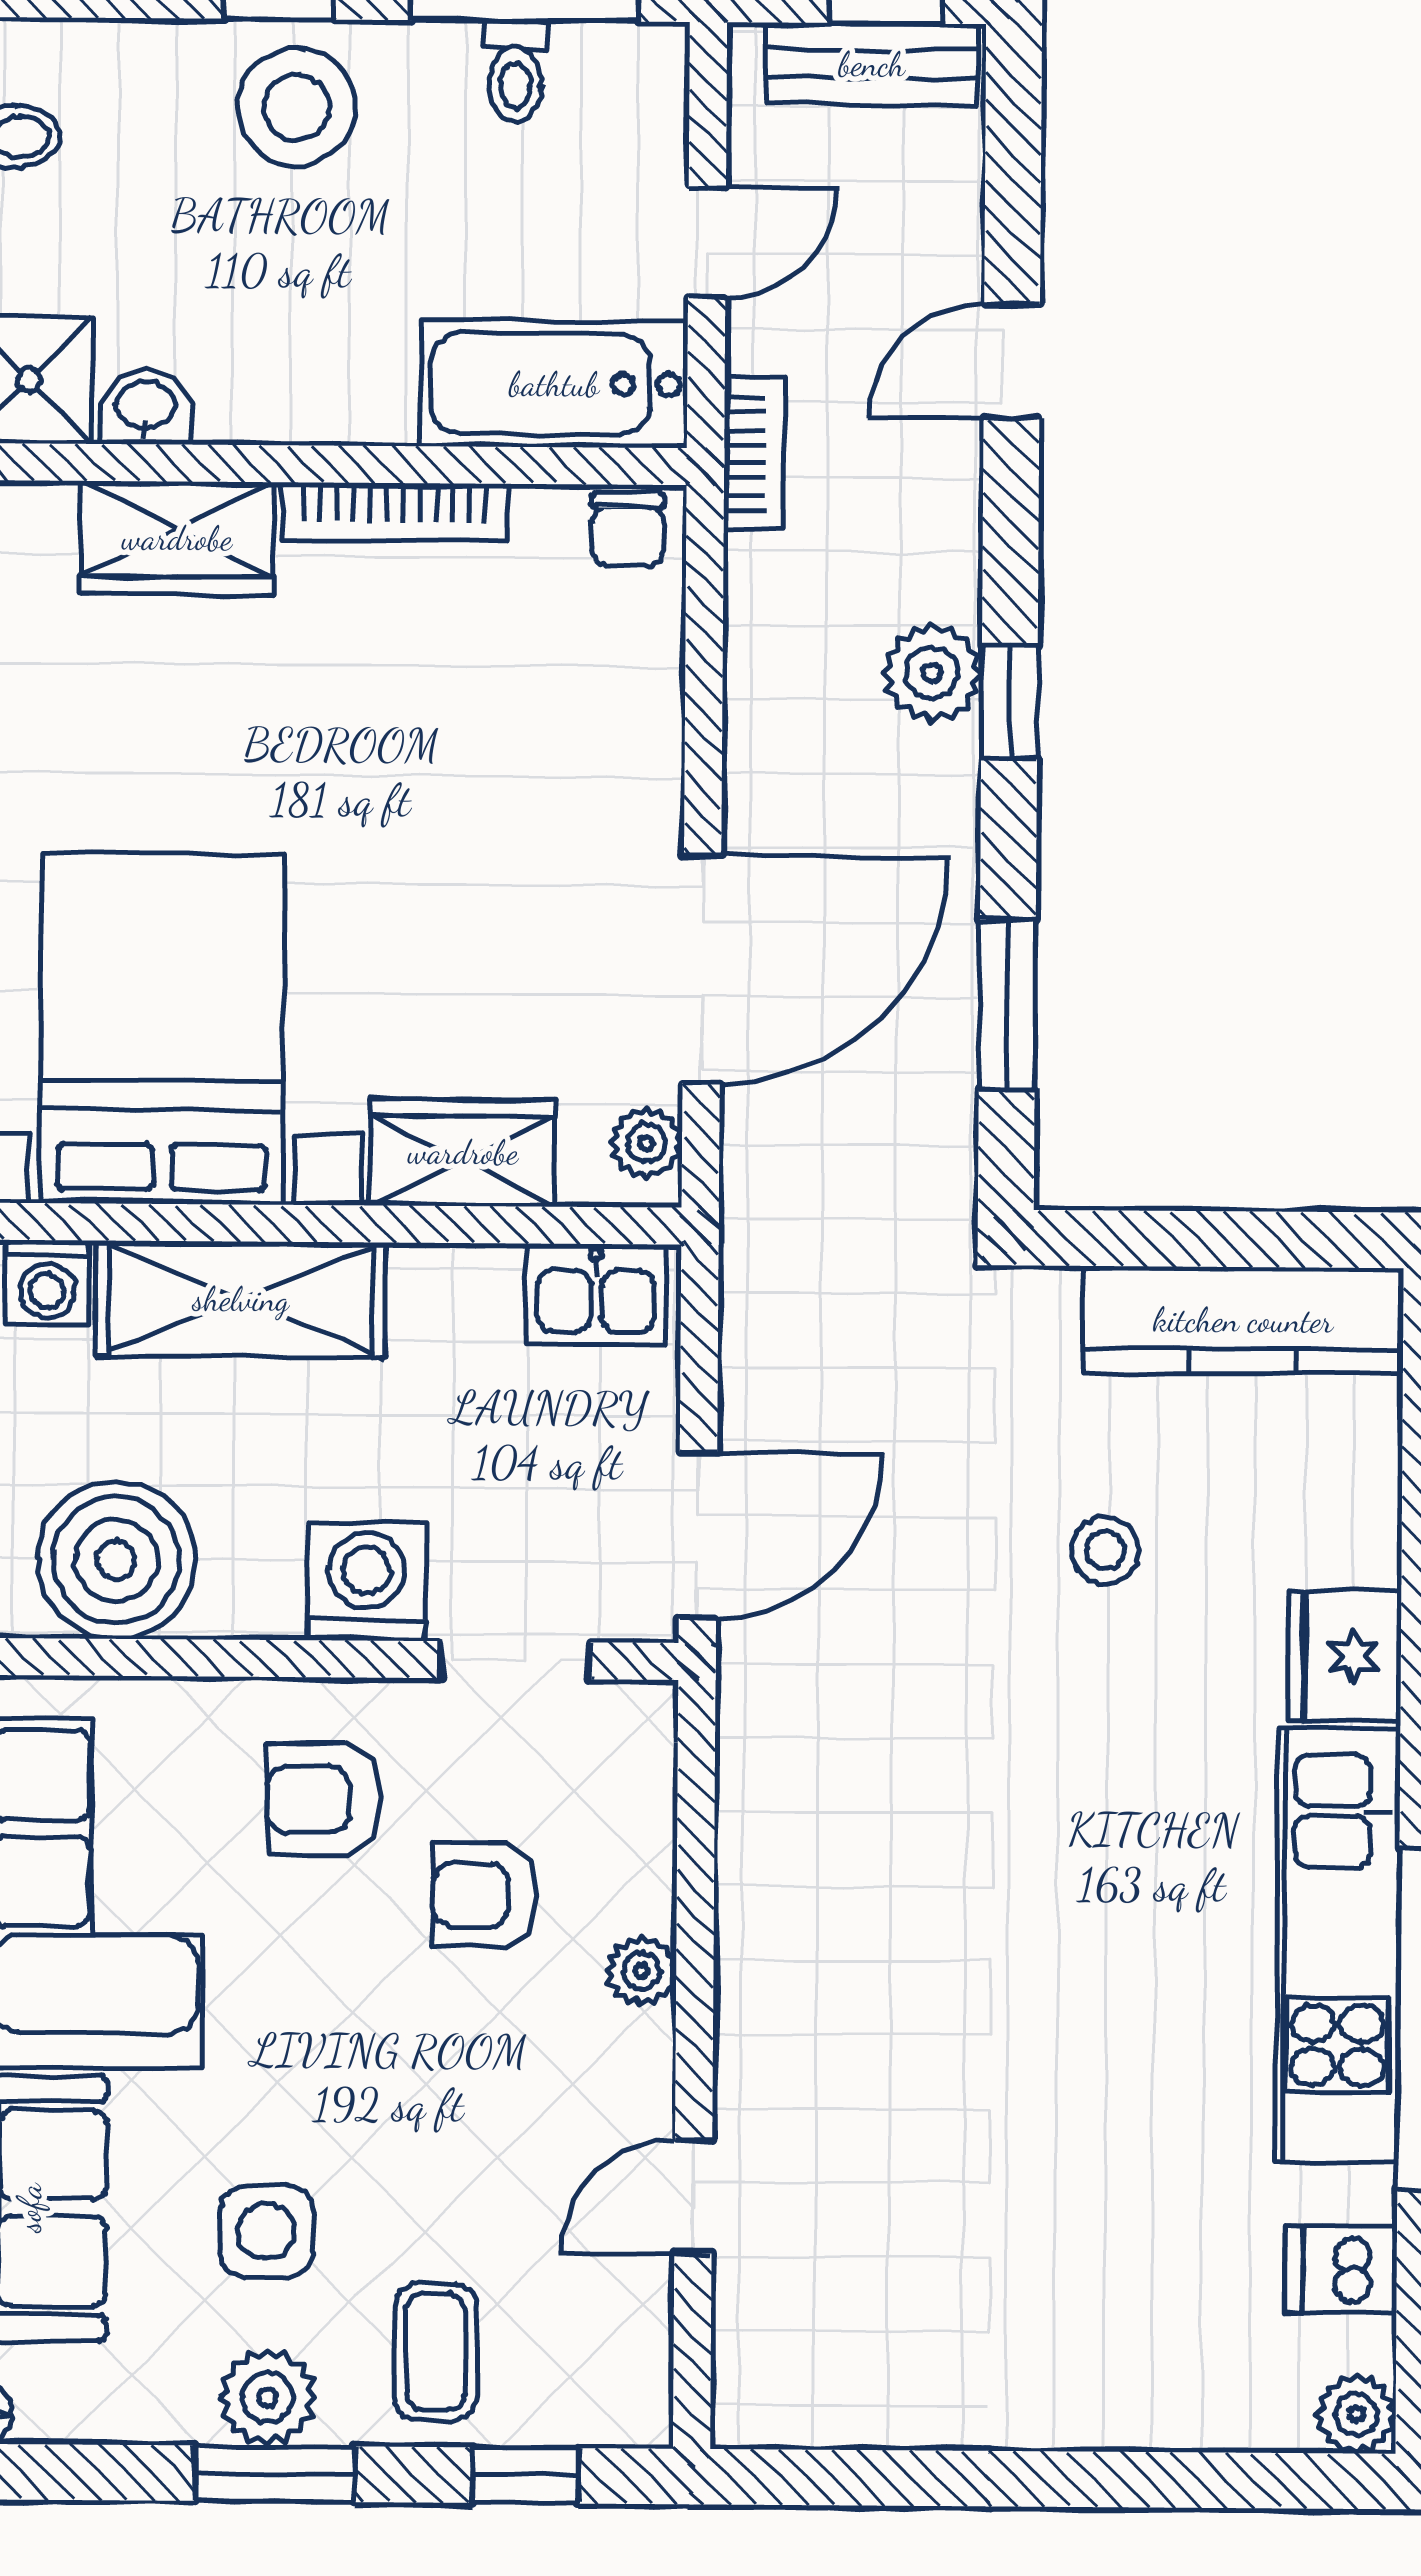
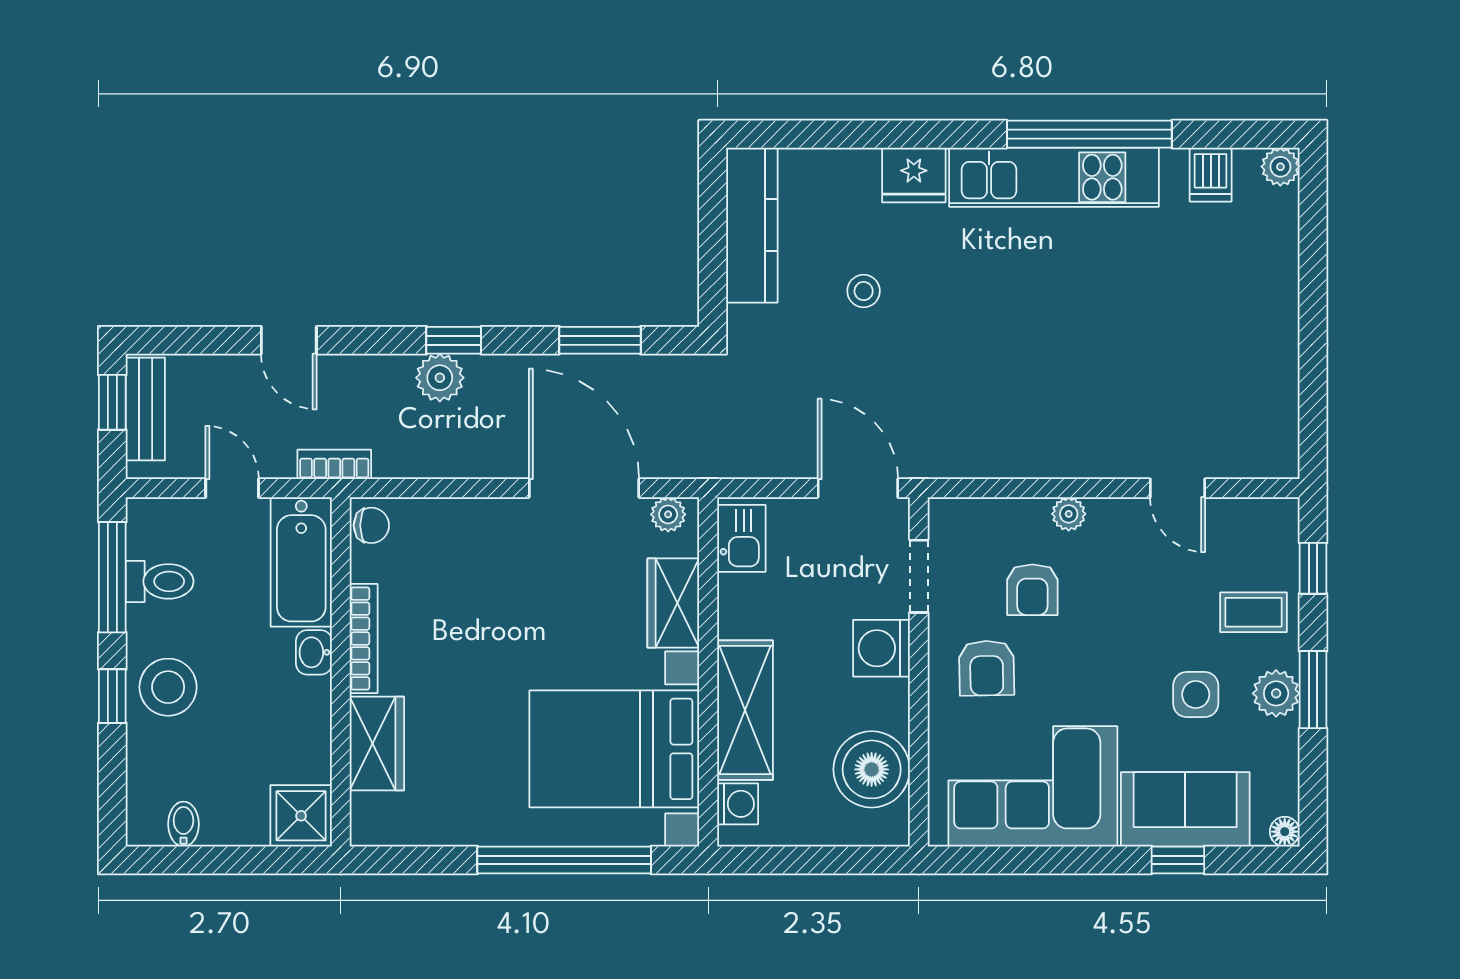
toilet: (515, 71) -> (160, 581), width x1.37, depth x1.39
washbasin: (145, 407) -> (314, 652), moved

